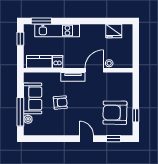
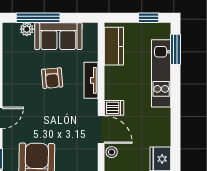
dishwasher: (58, 62) -> (114, 108), moved
tv unit: (73, 77) -> (91, 80), moved

